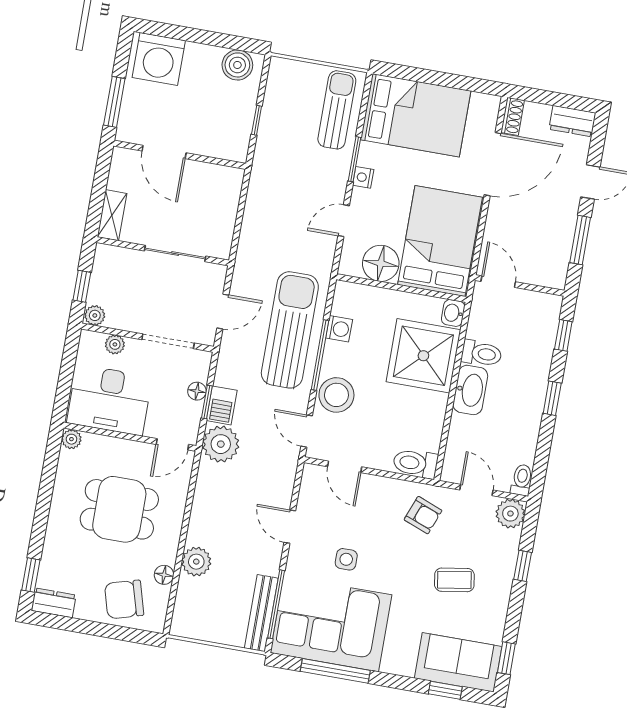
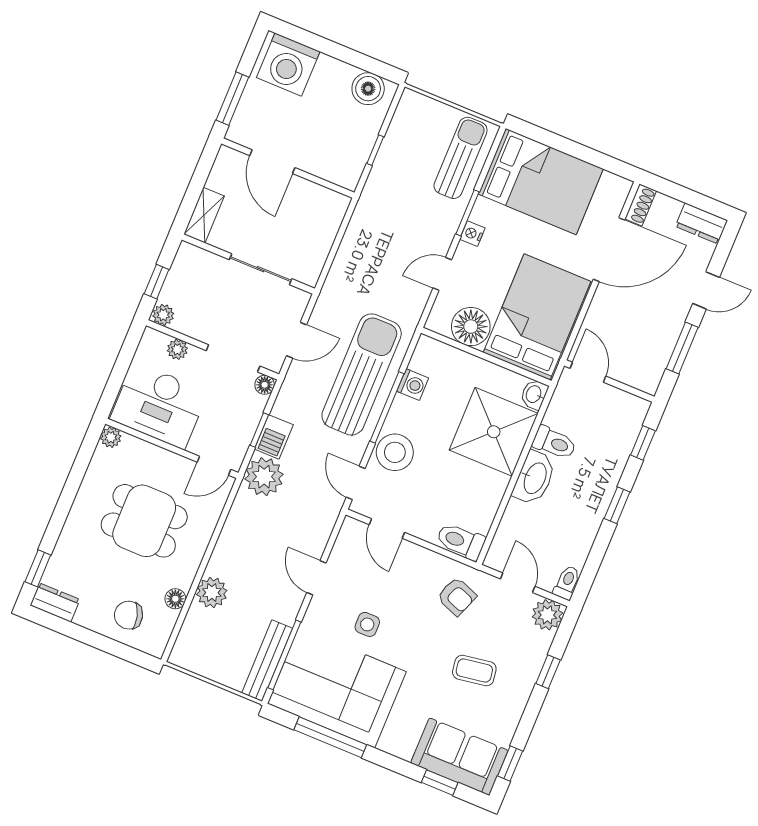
floor lamp: (197, 391) -> (265, 385), moved
chair: (124, 599) -> (129, 615), width x0.73, depth x0.73

